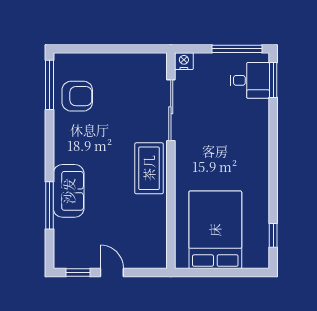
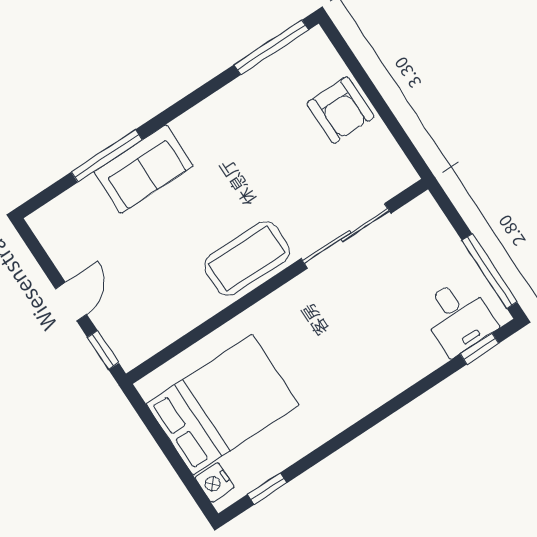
nightstand: (184, 61) -> (215, 483), moved, turned 180
window: (273, 80) -> (479, 349), width x0.67
armchair: (77, 96) -> (340, 110), moved
window: (78, 272) -> (103, 350), moved

